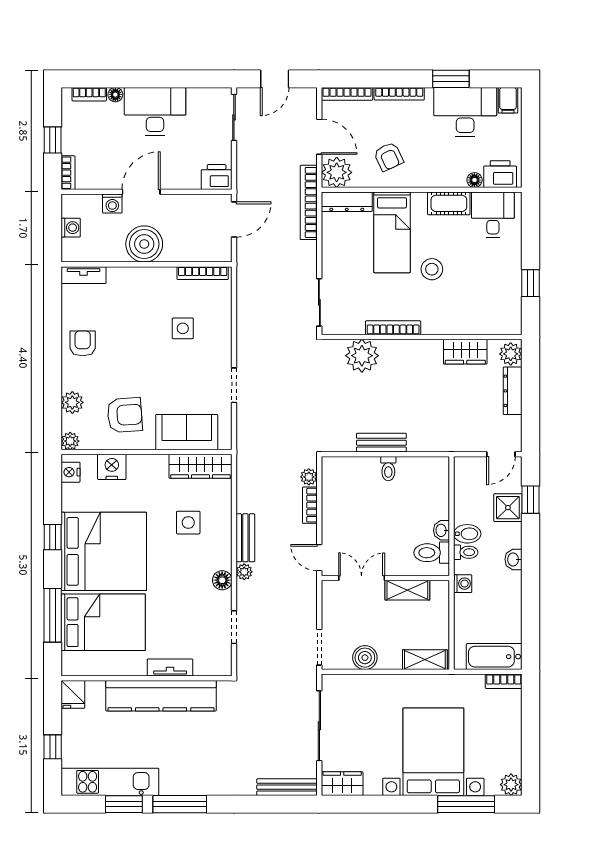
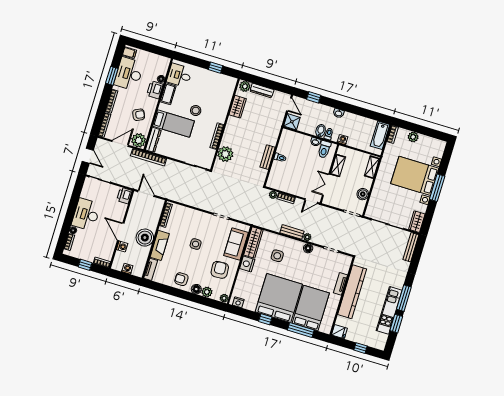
printer: (500, 174) -> (155, 90), moved
fireplace: (137, 279) -> (160, 245), added
side table: (183, 328) -> (196, 244), moved
floor lamp: (71, 379) -> (196, 289), added
nightstand: (112, 467) -> (247, 264), moved
shower: (508, 508) -> (292, 122), moved
kitchen unit: (110, 782) -> (389, 310), moved
plant: (511, 785) -> (413, 137), moved
window: (466, 804) -> (437, 188), moved

